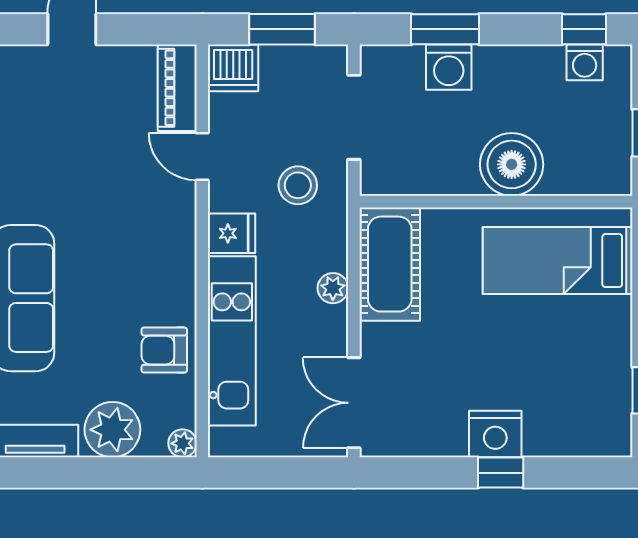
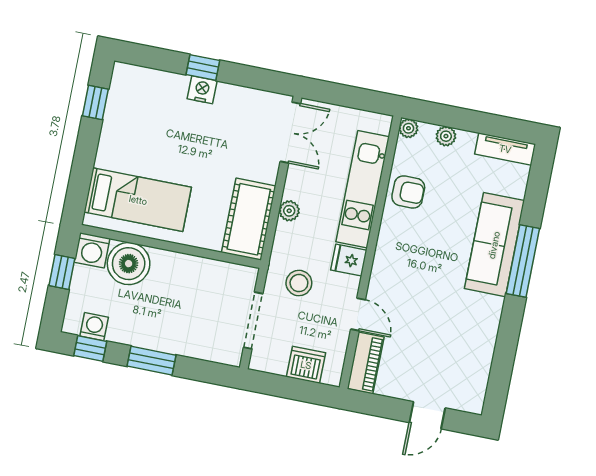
window: (282, 29) -> (289, 388), removed
window: (445, 29) -> (151, 361), moved
washing machine: (449, 67) -> (92, 250), moved, turned 180
dishwasher: (233, 68) -> (306, 365), moved
boiler: (512, 164) -> (129, 264), moved
plant: (112, 430) -> (446, 136), width x0.53, depth x0.53
nightstand: (495, 434) -> (202, 90), width x0.74, depth x0.75

